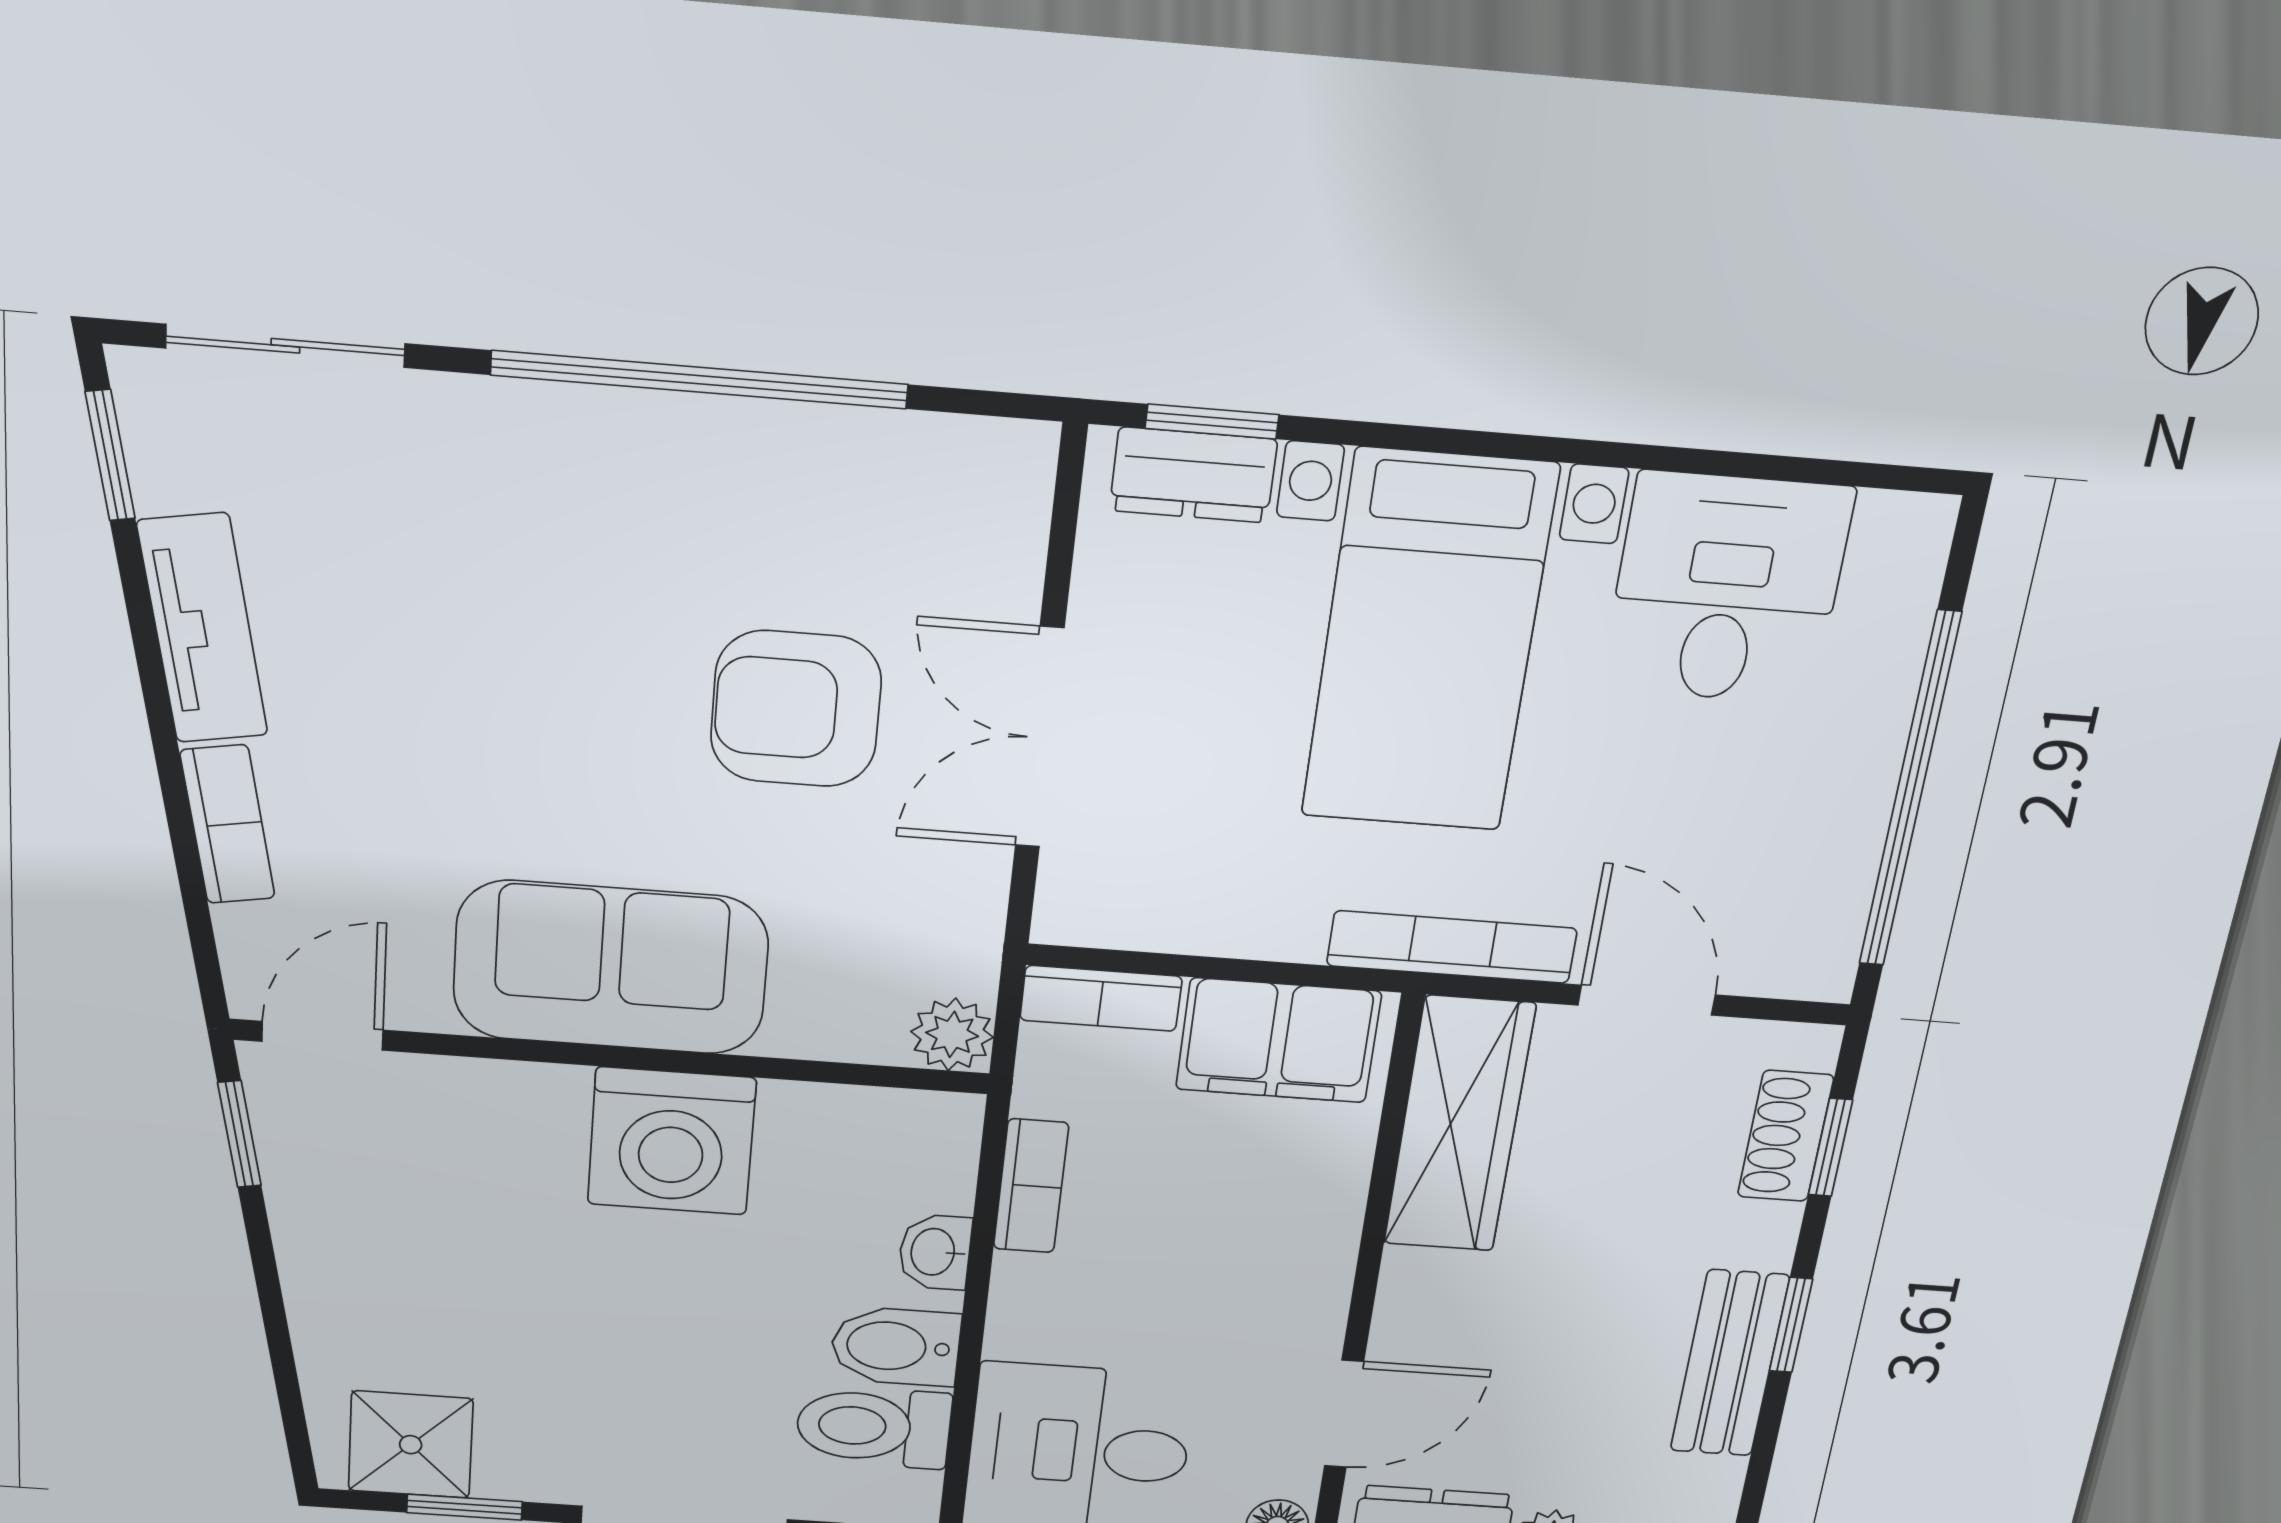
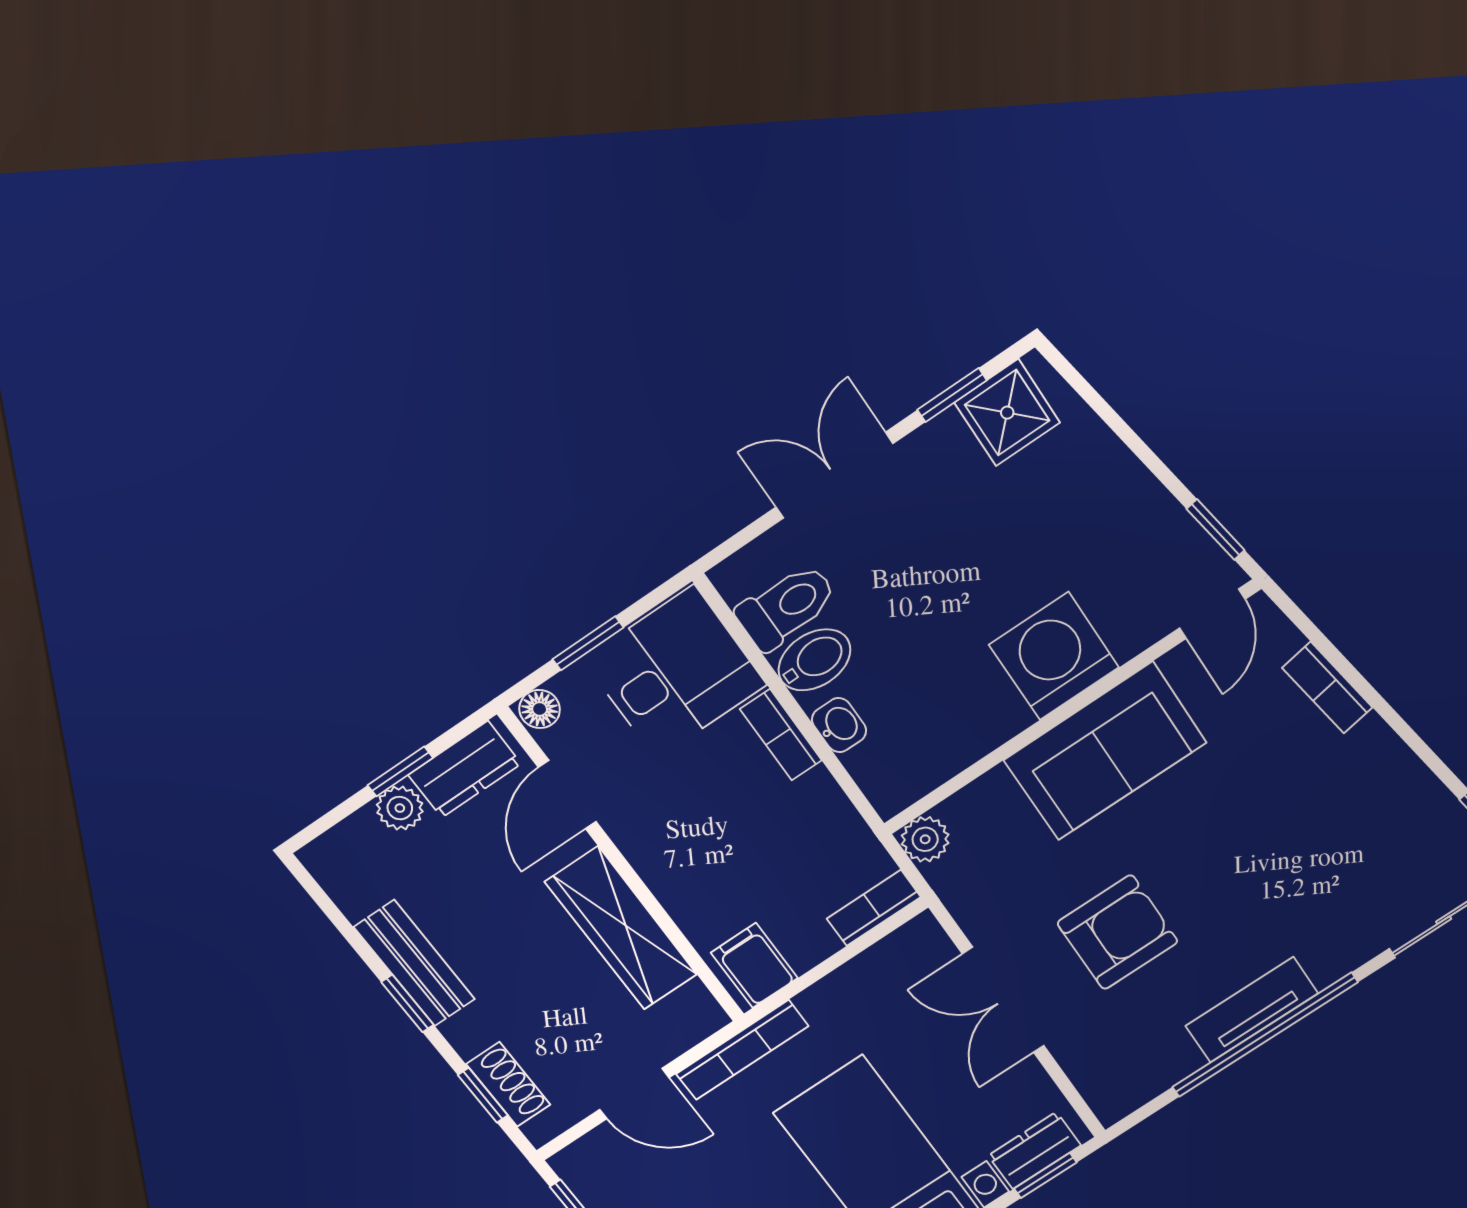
tv unit: (203, 629) -> (1252, 1010), moved, turned 100
double door: (1040, 738) -> (1003, 1000), swing flipped
filing cabinet: (1278, 1040) -> (754, 965), width x0.50
wardrobe: (1459, 1125) -> (621, 928), moved
washing machine: (672, 1141) -> (1054, 656), moved
bookcase: (1031, 1186) -> (781, 735), moved

